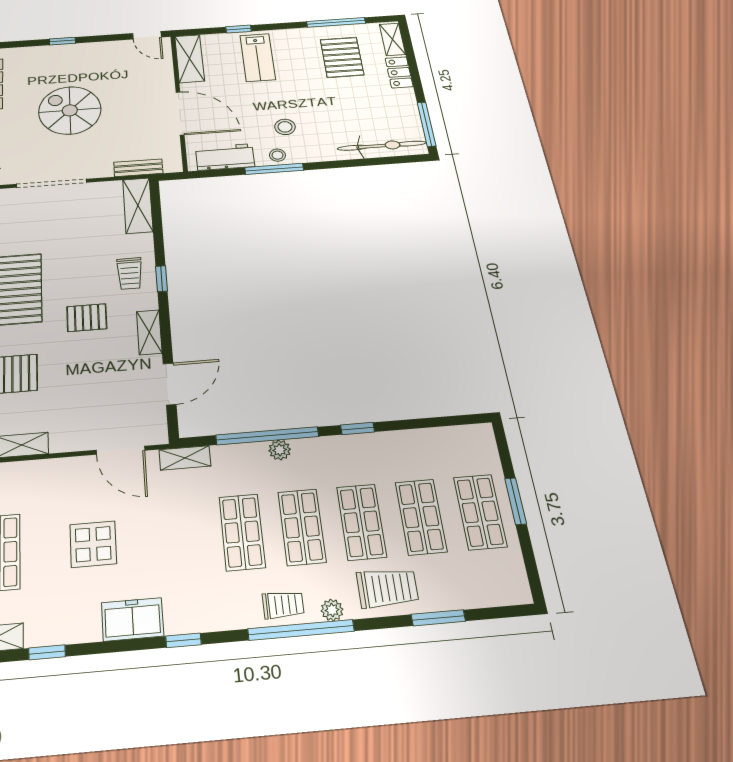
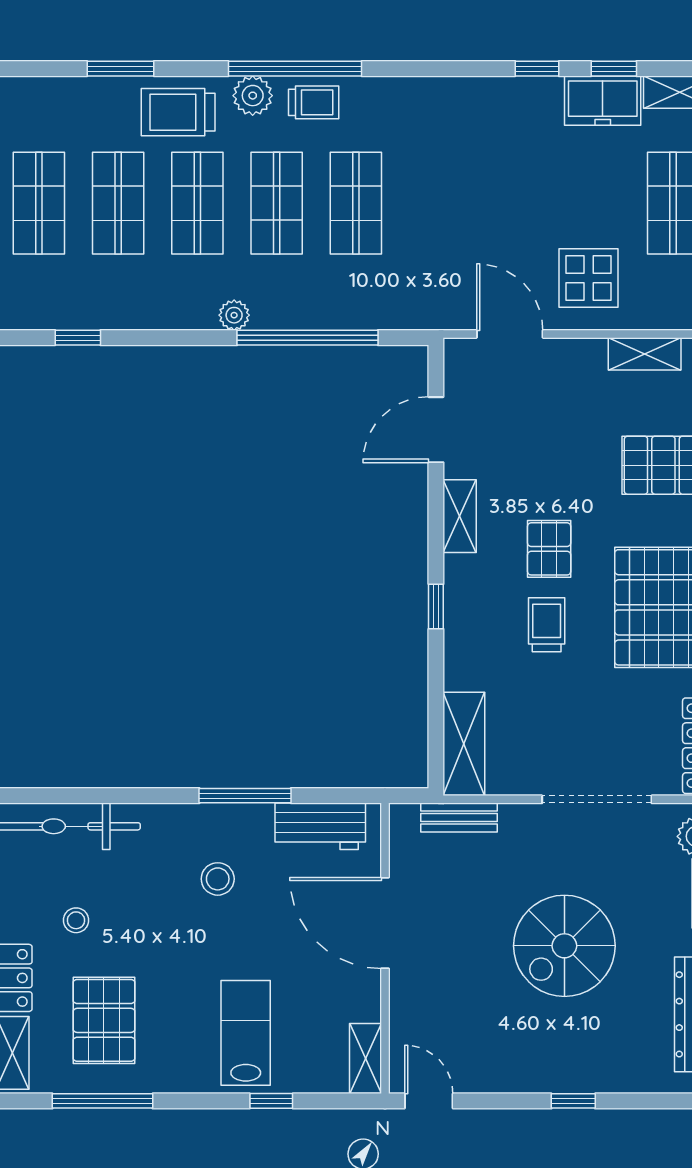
shelving: (190, 59) -> (366, 1059), width x0.67, depth x0.75
spiral stairs: (70, 110) -> (564, 946), turned 90
stool: (277, 155) -> (76, 920), moved
trolley: (130, 273) -> (547, 625), moved
pallet: (87, 318) -> (549, 549), turned 90
window: (358, 428) -> (78, 338), moved
plant: (280, 450) -> (234, 315), moved
shelving: (185, 458) -> (423, 315), removed
display table: (93, 544) -> (589, 278), moved
trolley: (283, 605) -> (314, 102), turned 180
plant: (332, 610) -> (253, 96), width x1.38, depth x1.38
freezer: (133, 619) -> (603, 101), moved
window: (183, 640) -> (537, 69), moved

